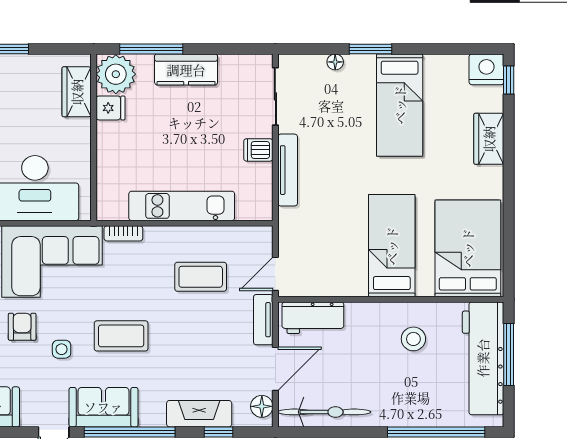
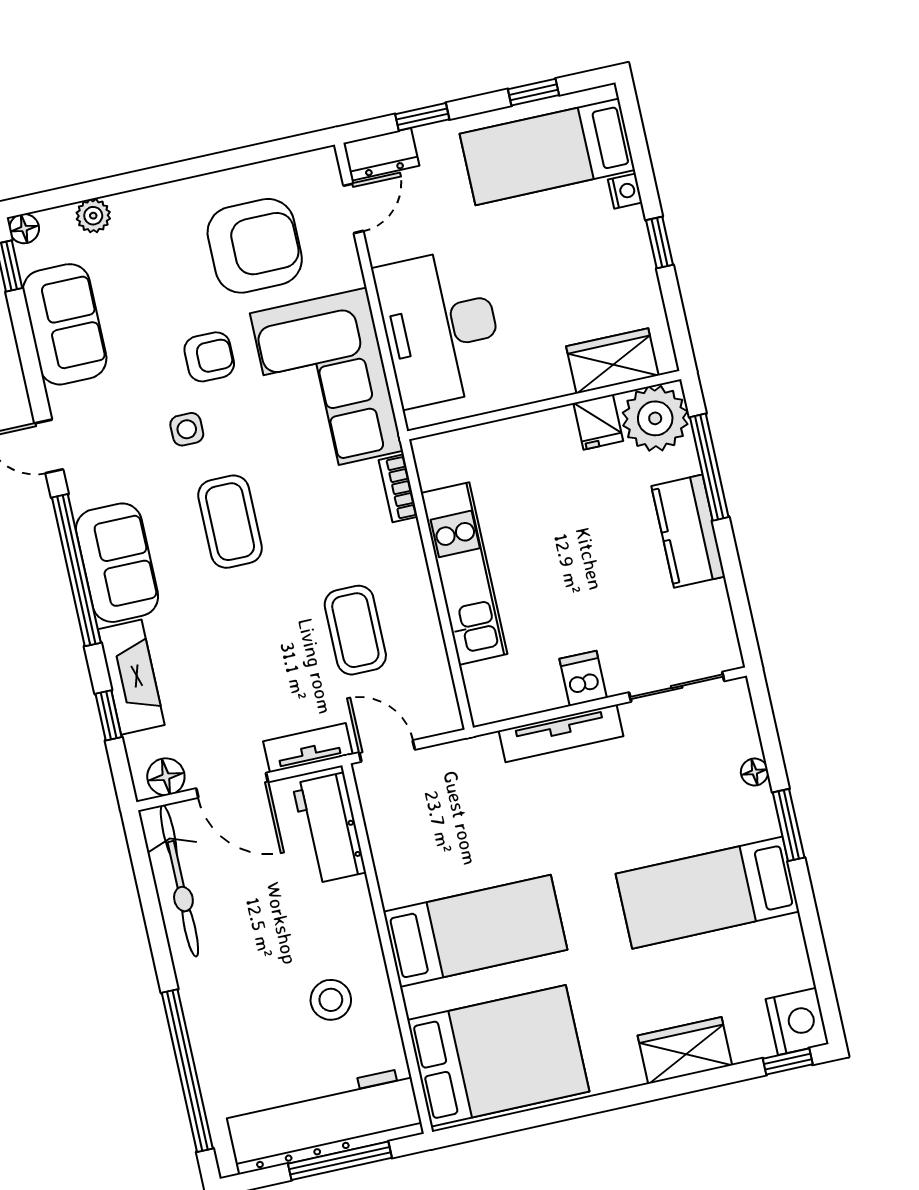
sofa: (103, 407) -> (117, 563), moved

